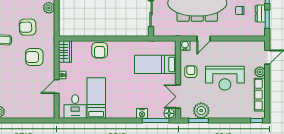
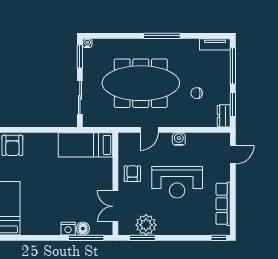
dresser: (260, 13) -> (224, 116), moved
water cooler: (185, 45) -> (179, 139), moved
bed: (155, 64) -> (86, 145), moved
plant: (260, 72) -> (223, 174), removed
floor lamp: (169, 113) -> (83, 229), moved

